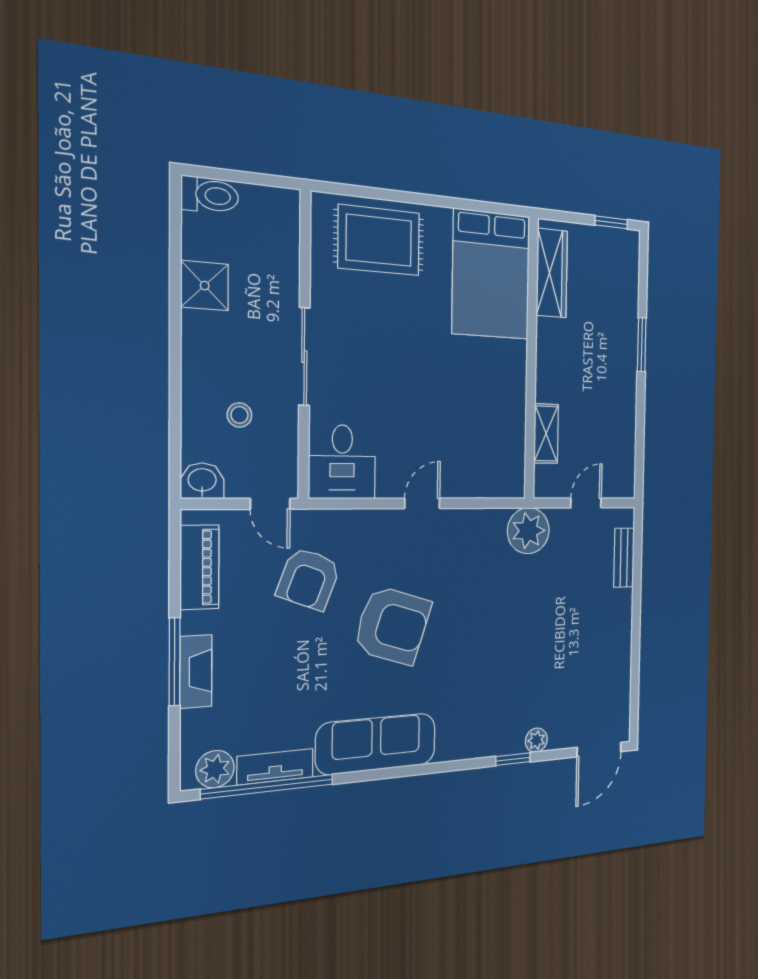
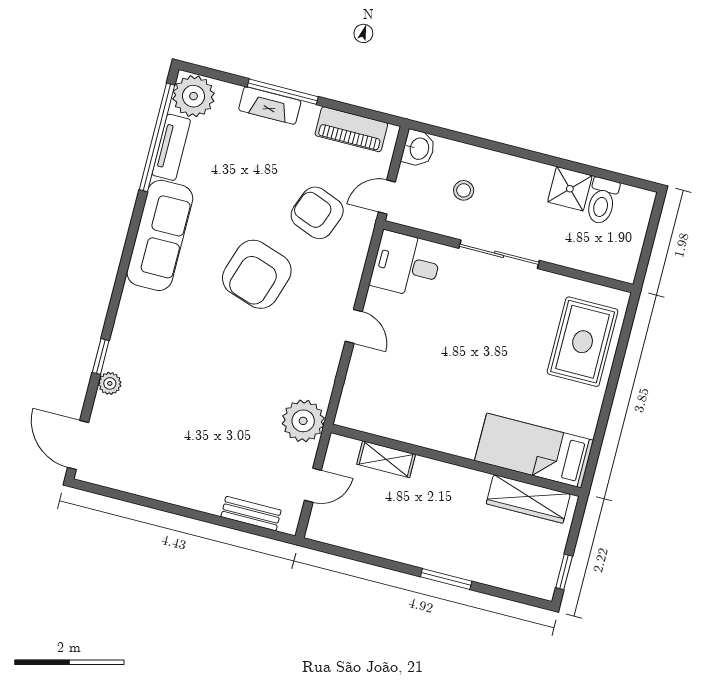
toilet: (210, 195) -> (602, 201), moved
bed: (491, 274) -> (534, 451), width x0.67
door: (586, 503) -> (313, 485), hinge flipped
plant: (215, 769) -> (194, 96), width x1.36, depth x1.36

